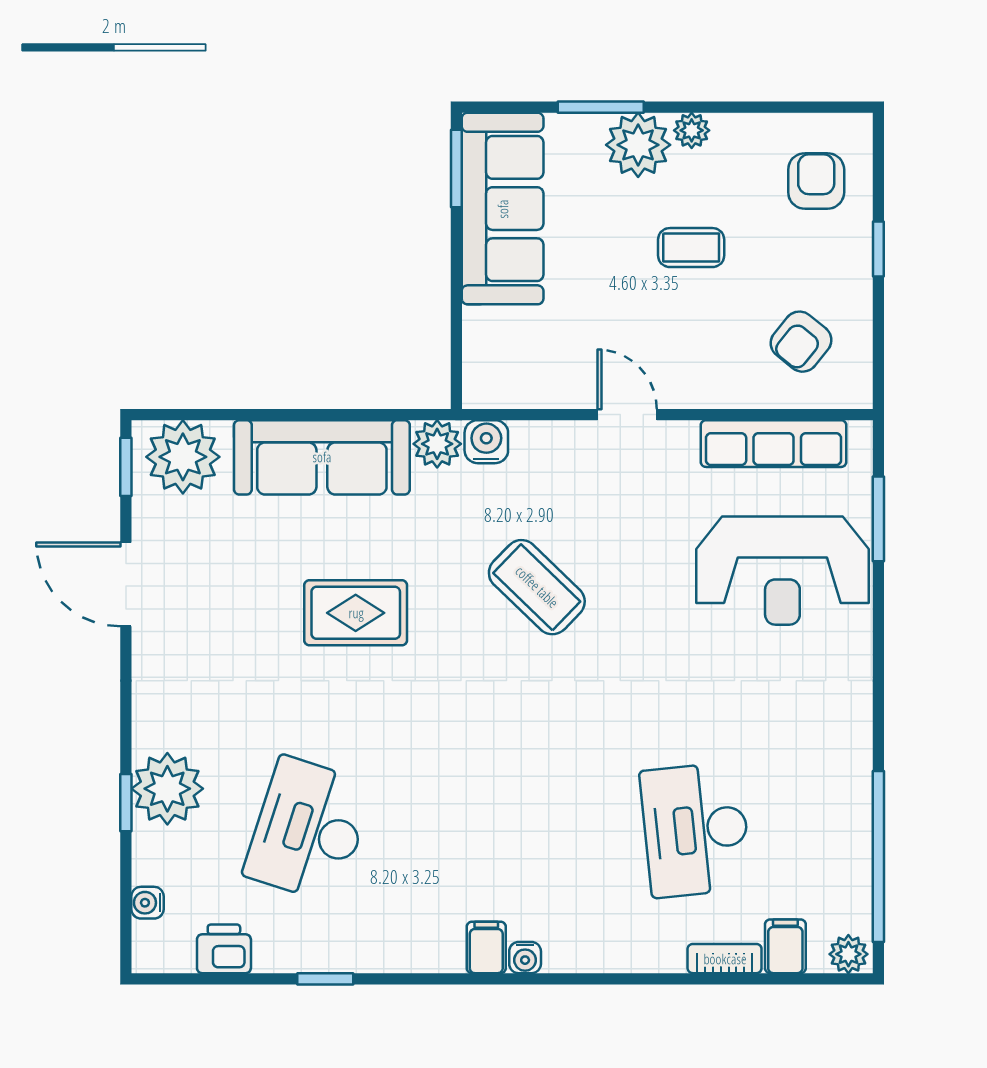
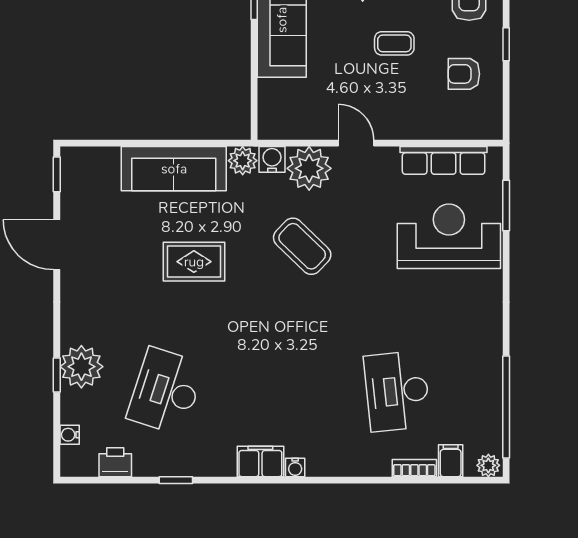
armchair: (801, 342) -> (464, 74), moved, turned 51
plant: (183, 457) -> (309, 168), moved
reception desk: (782, 571) -> (449, 236), turned 180
filing cabinet: (486, 947) -> (260, 461), width x2.00

